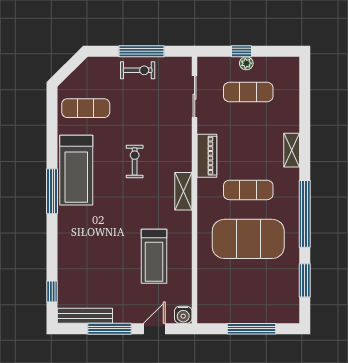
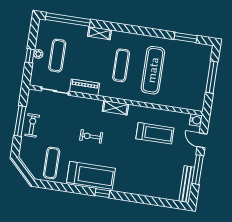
piano: (207, 156) -> (85, 87), moved
window: (52, 191) -> (102, 193), width x0.46
window: (305, 214) -> (68, 20), moved
exercise mat: (248, 239) -> (153, 70), width x0.68
window: (52, 291) -> (168, 203), removed

